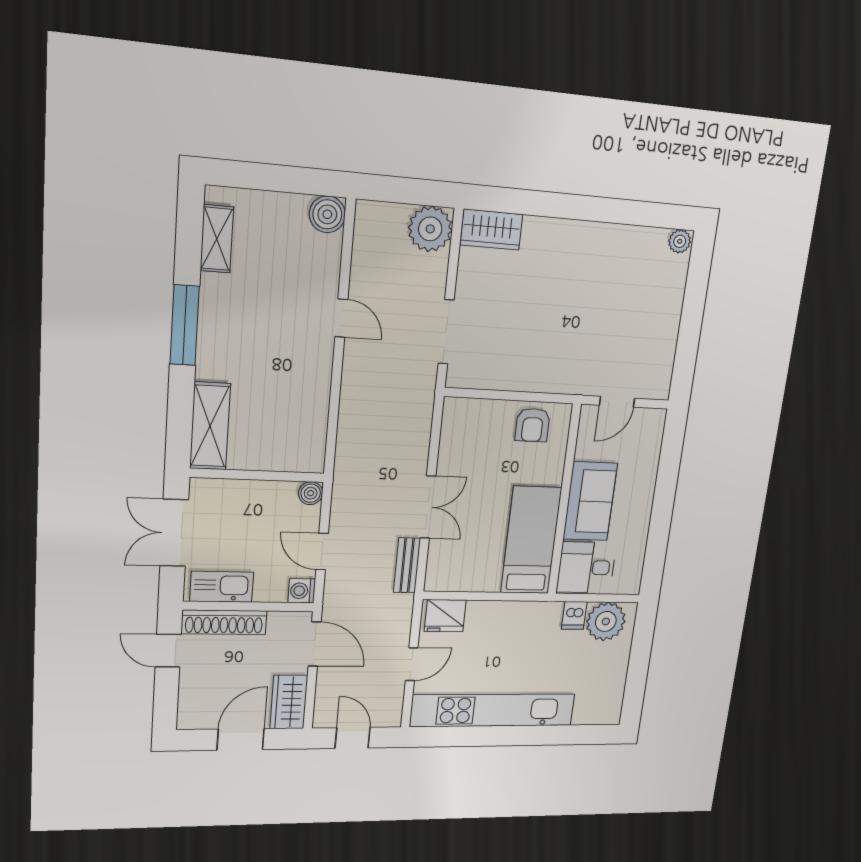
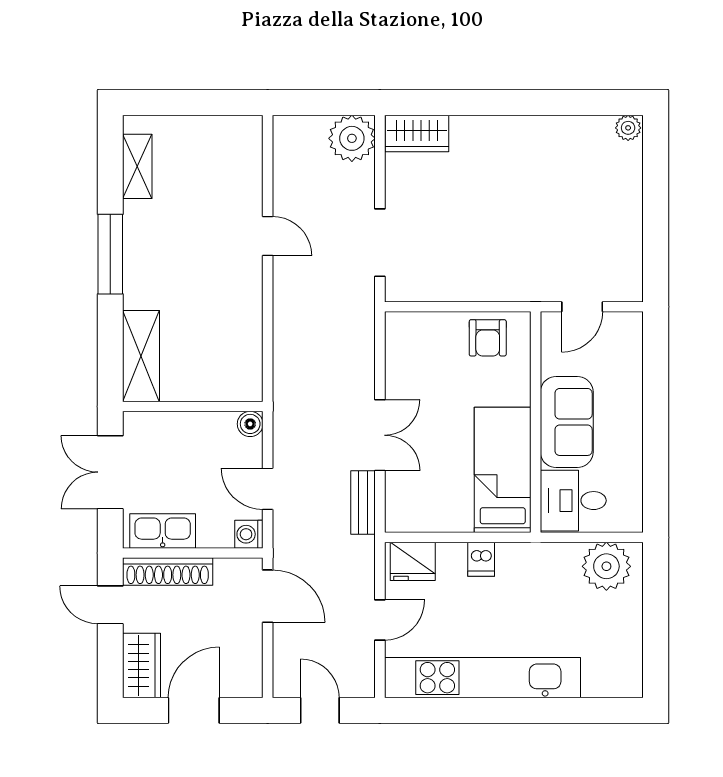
boiler: (327, 214) -> (245, 133), removed
dishwasher: (574, 615) -> (481, 559), moved
wardrobe: (289, 702) -> (141, 666), moved, turned 180

